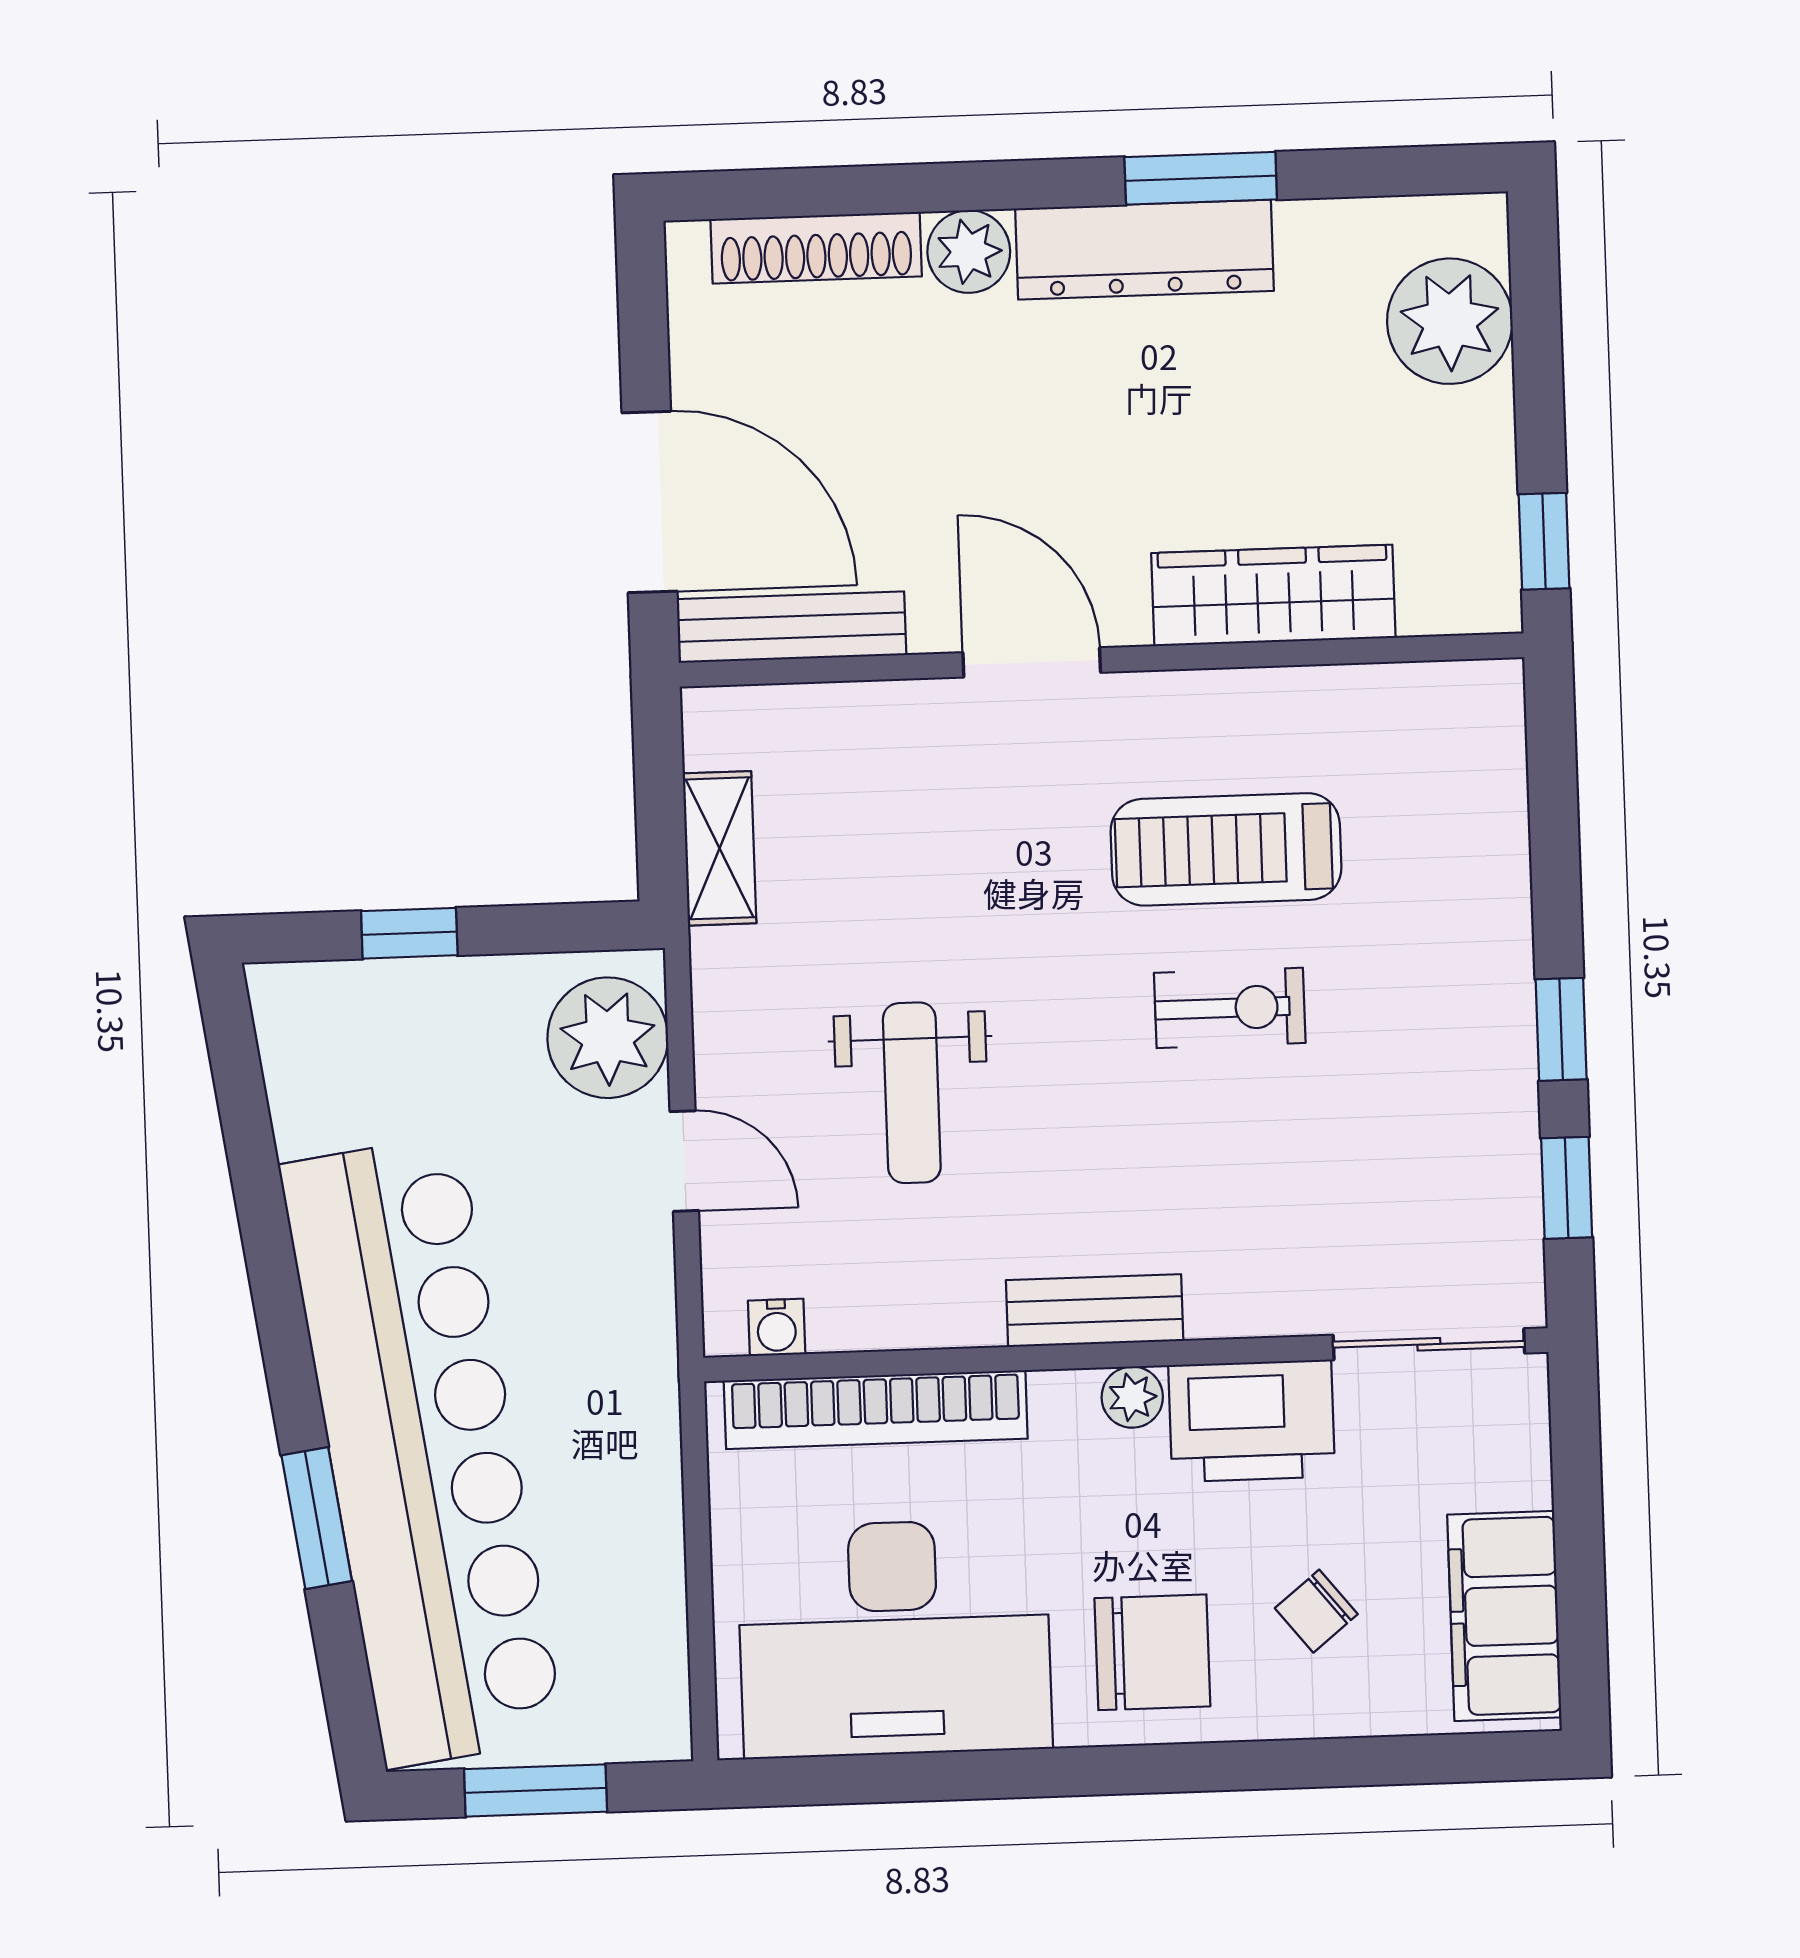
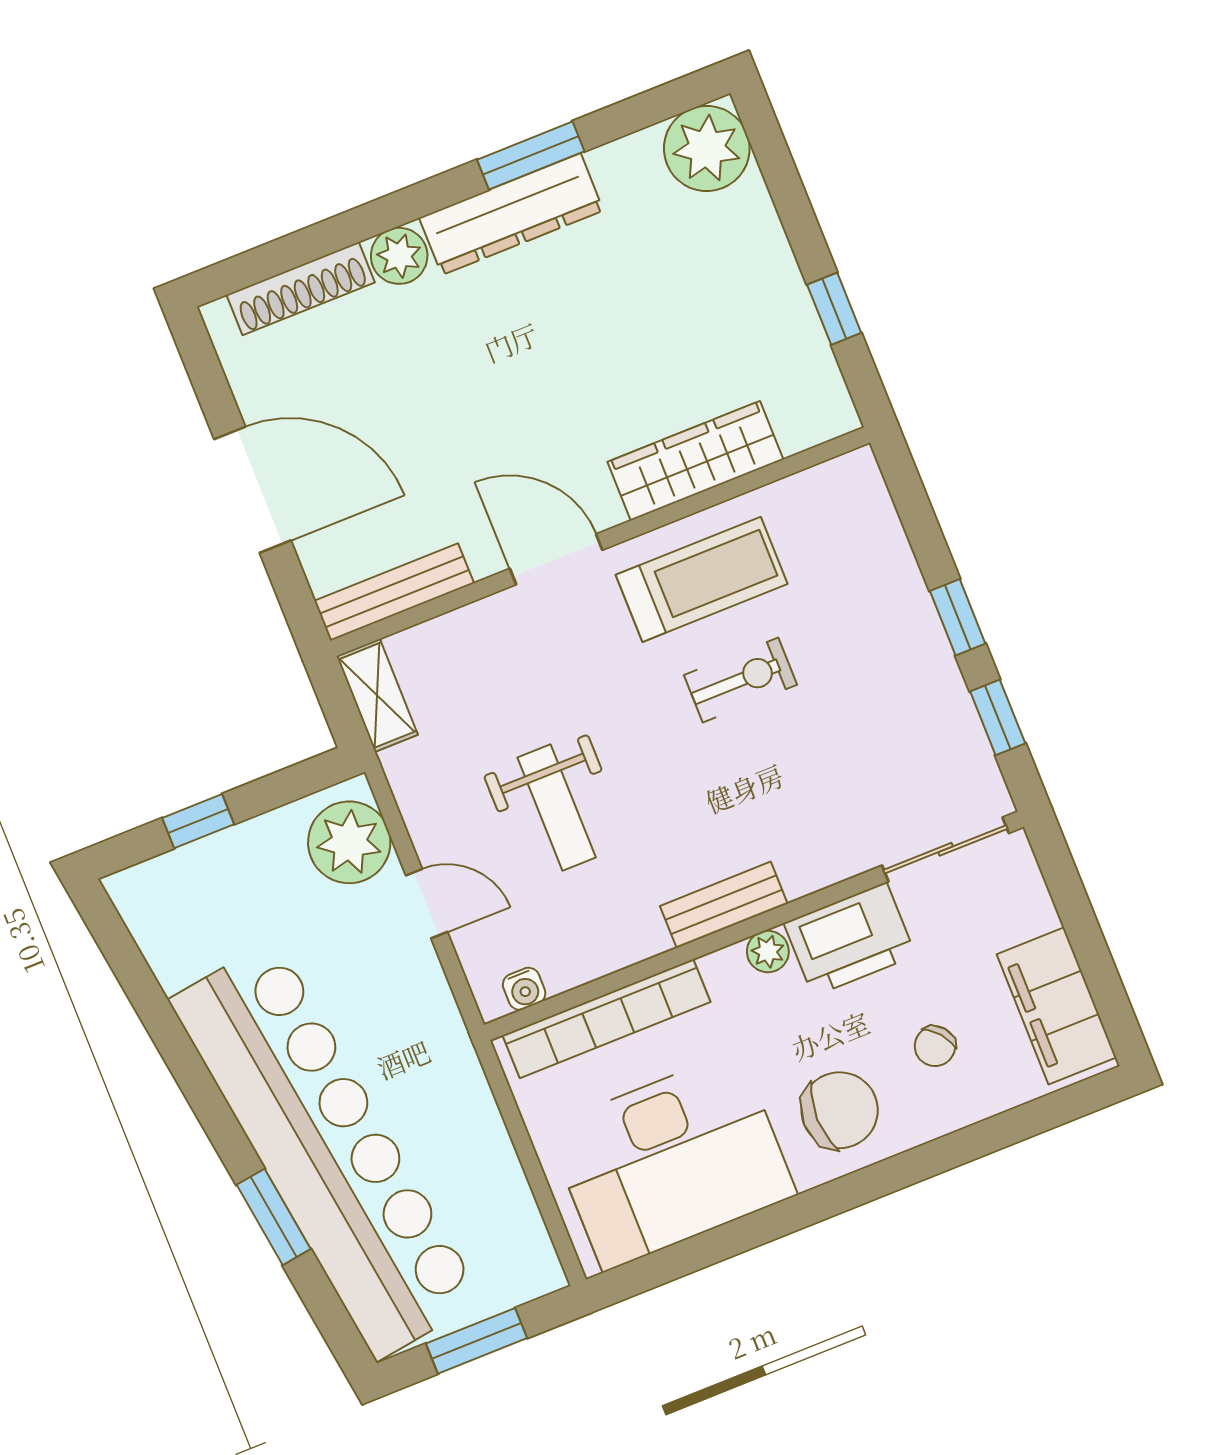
plant: (1450, 321) -> (707, 149), moved
wardrobe: (1273, 595) -> (695, 461), moved
bench: (791, 627) -> (394, 592), moved
wall: (1102, 660) -> (600, 542), moved
door: (1032, 662) -> (556, 559), moved
treadmill: (1226, 849) -> (702, 579), turned 180

